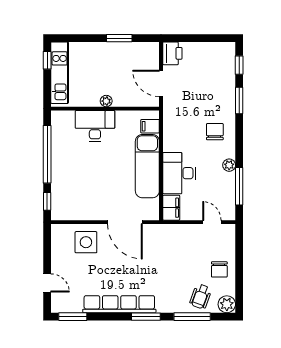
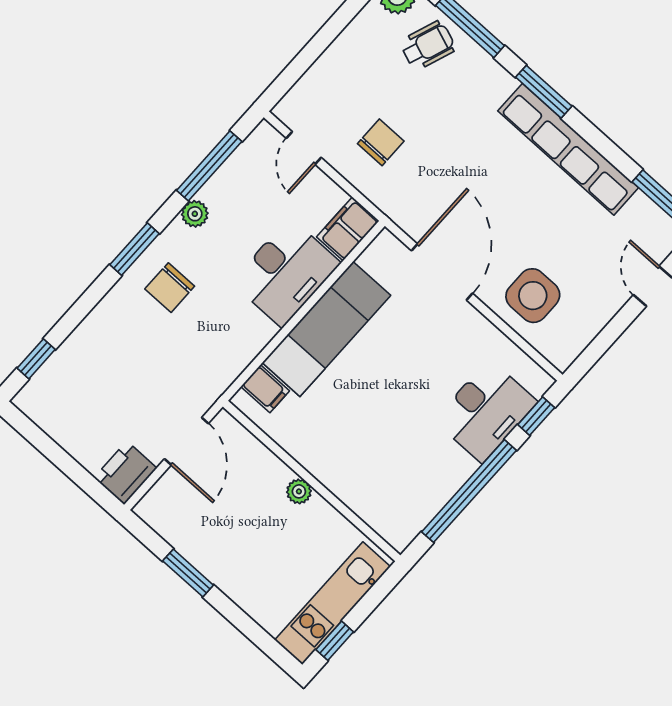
window: (239, 100) -> (135, 249), moved
desk: (95, 126) -> (486, 411), moved, turned -90
chair: (219, 269) -> (381, 142), moved

